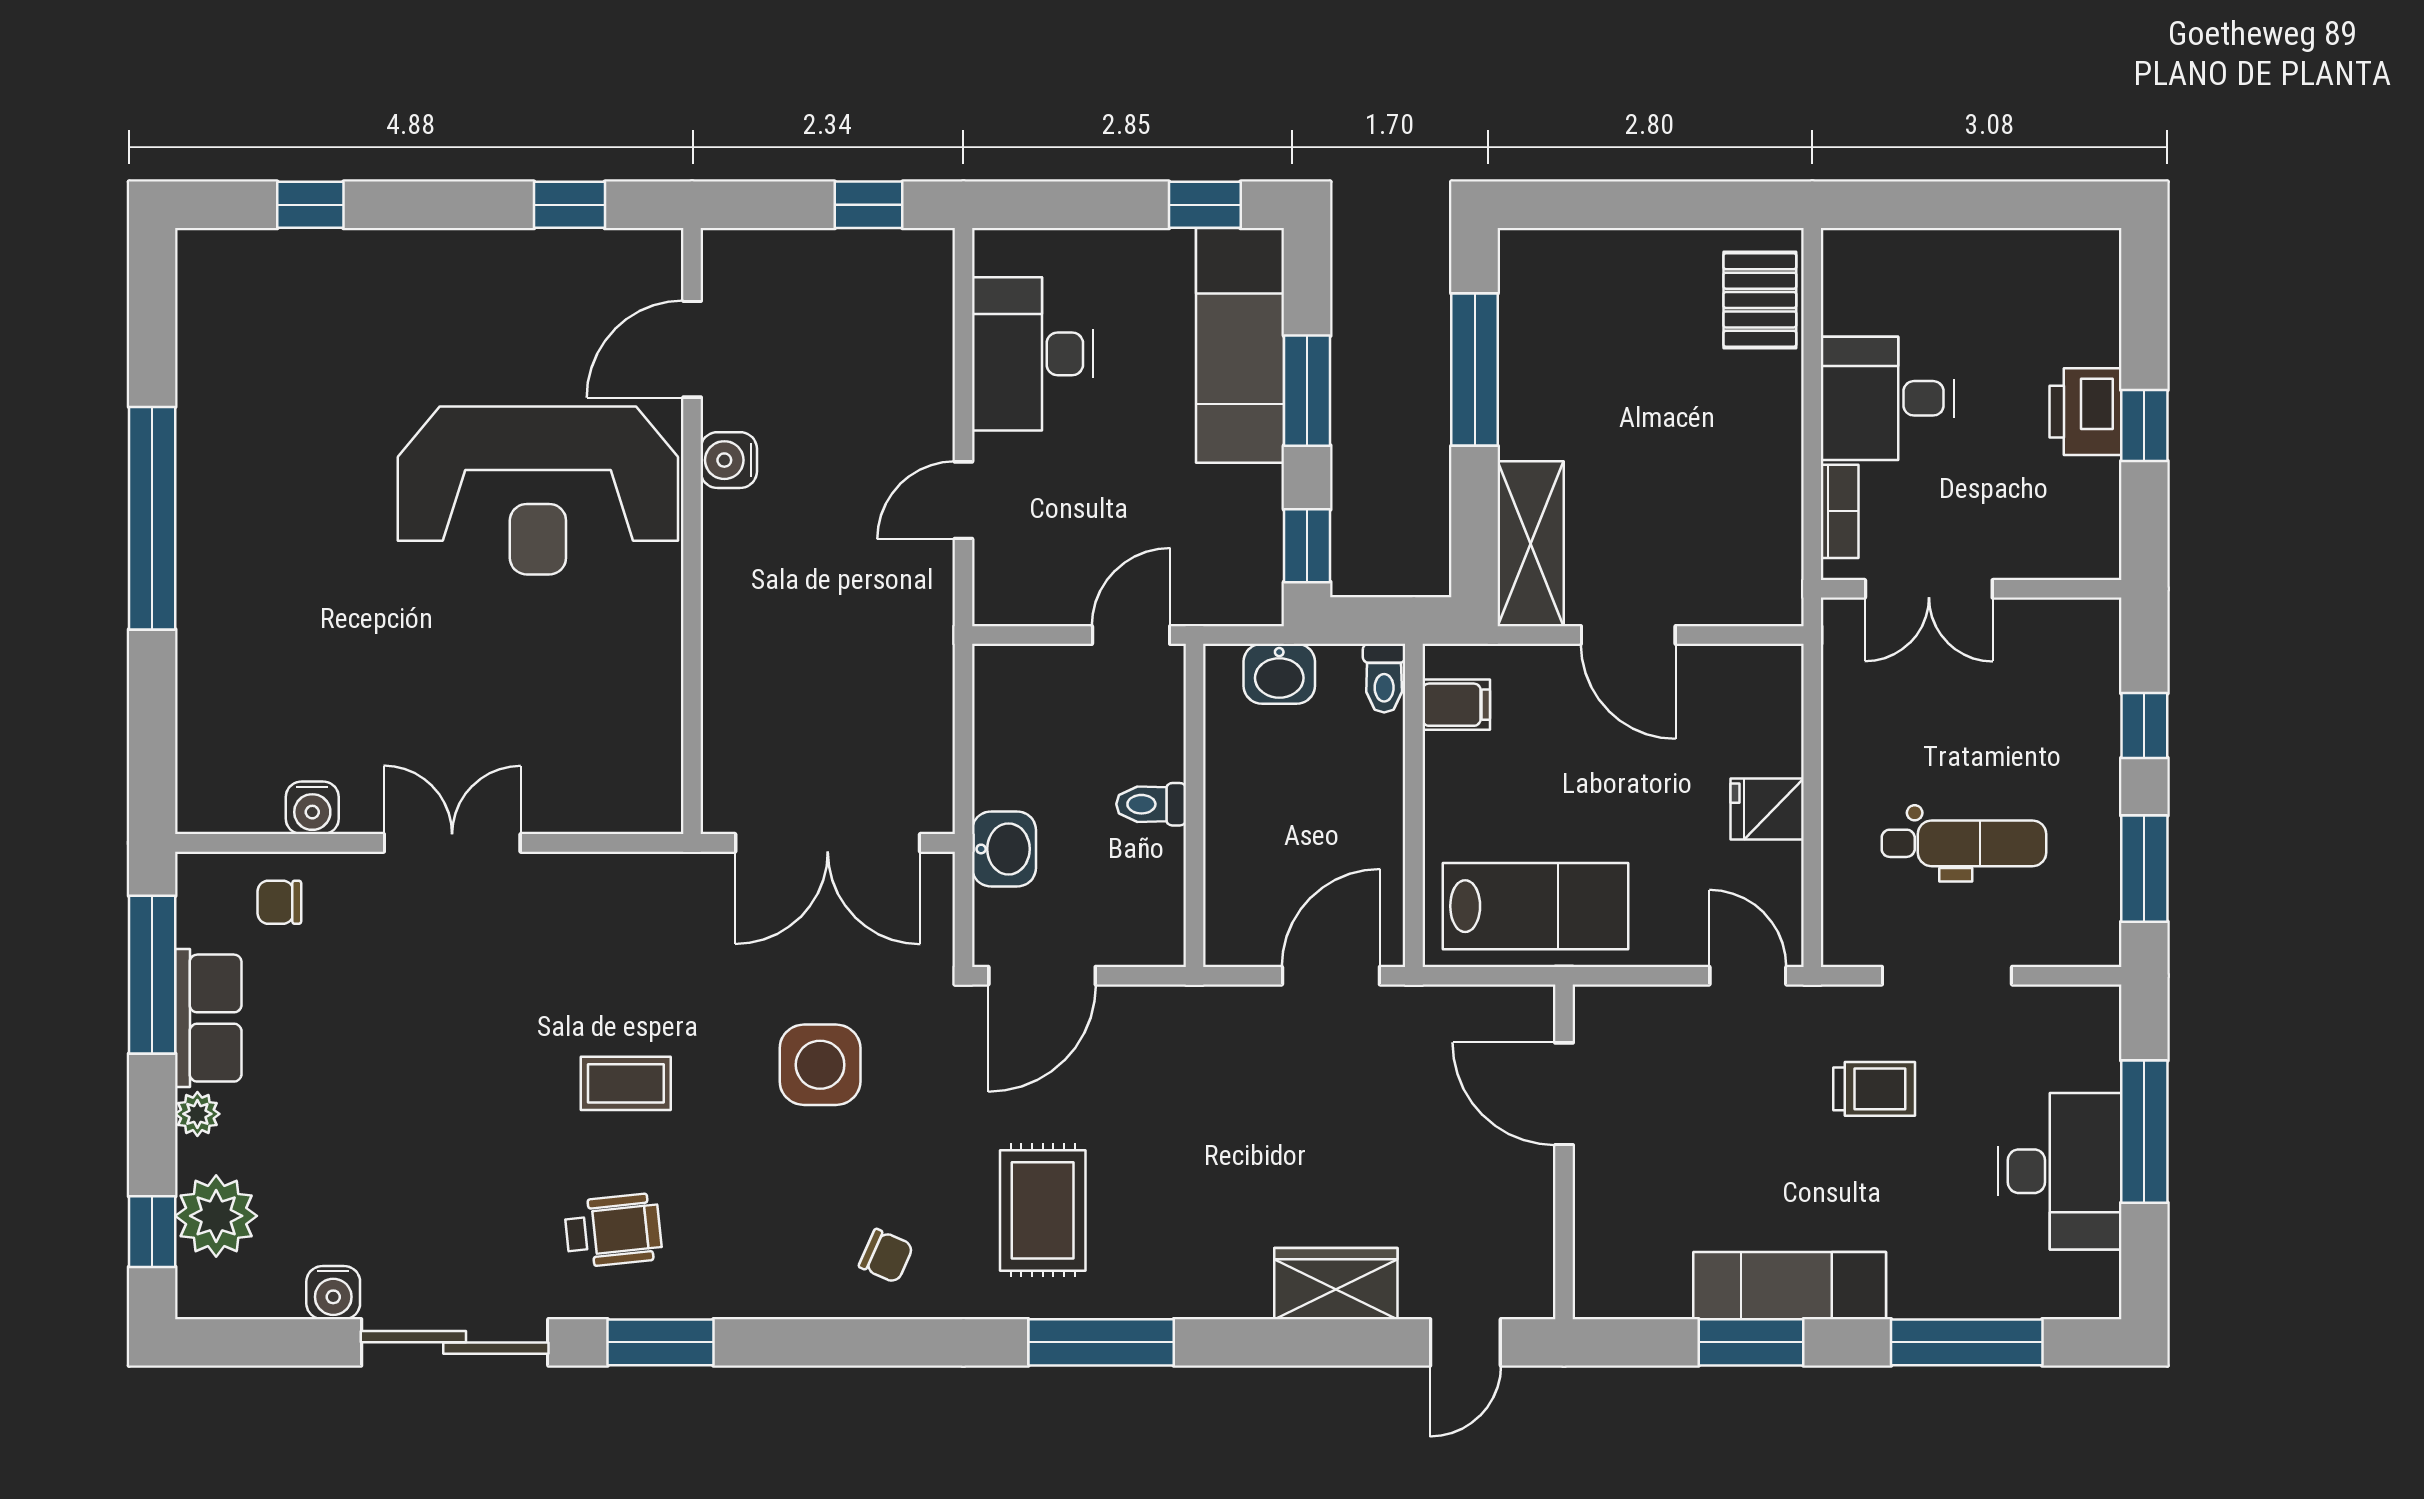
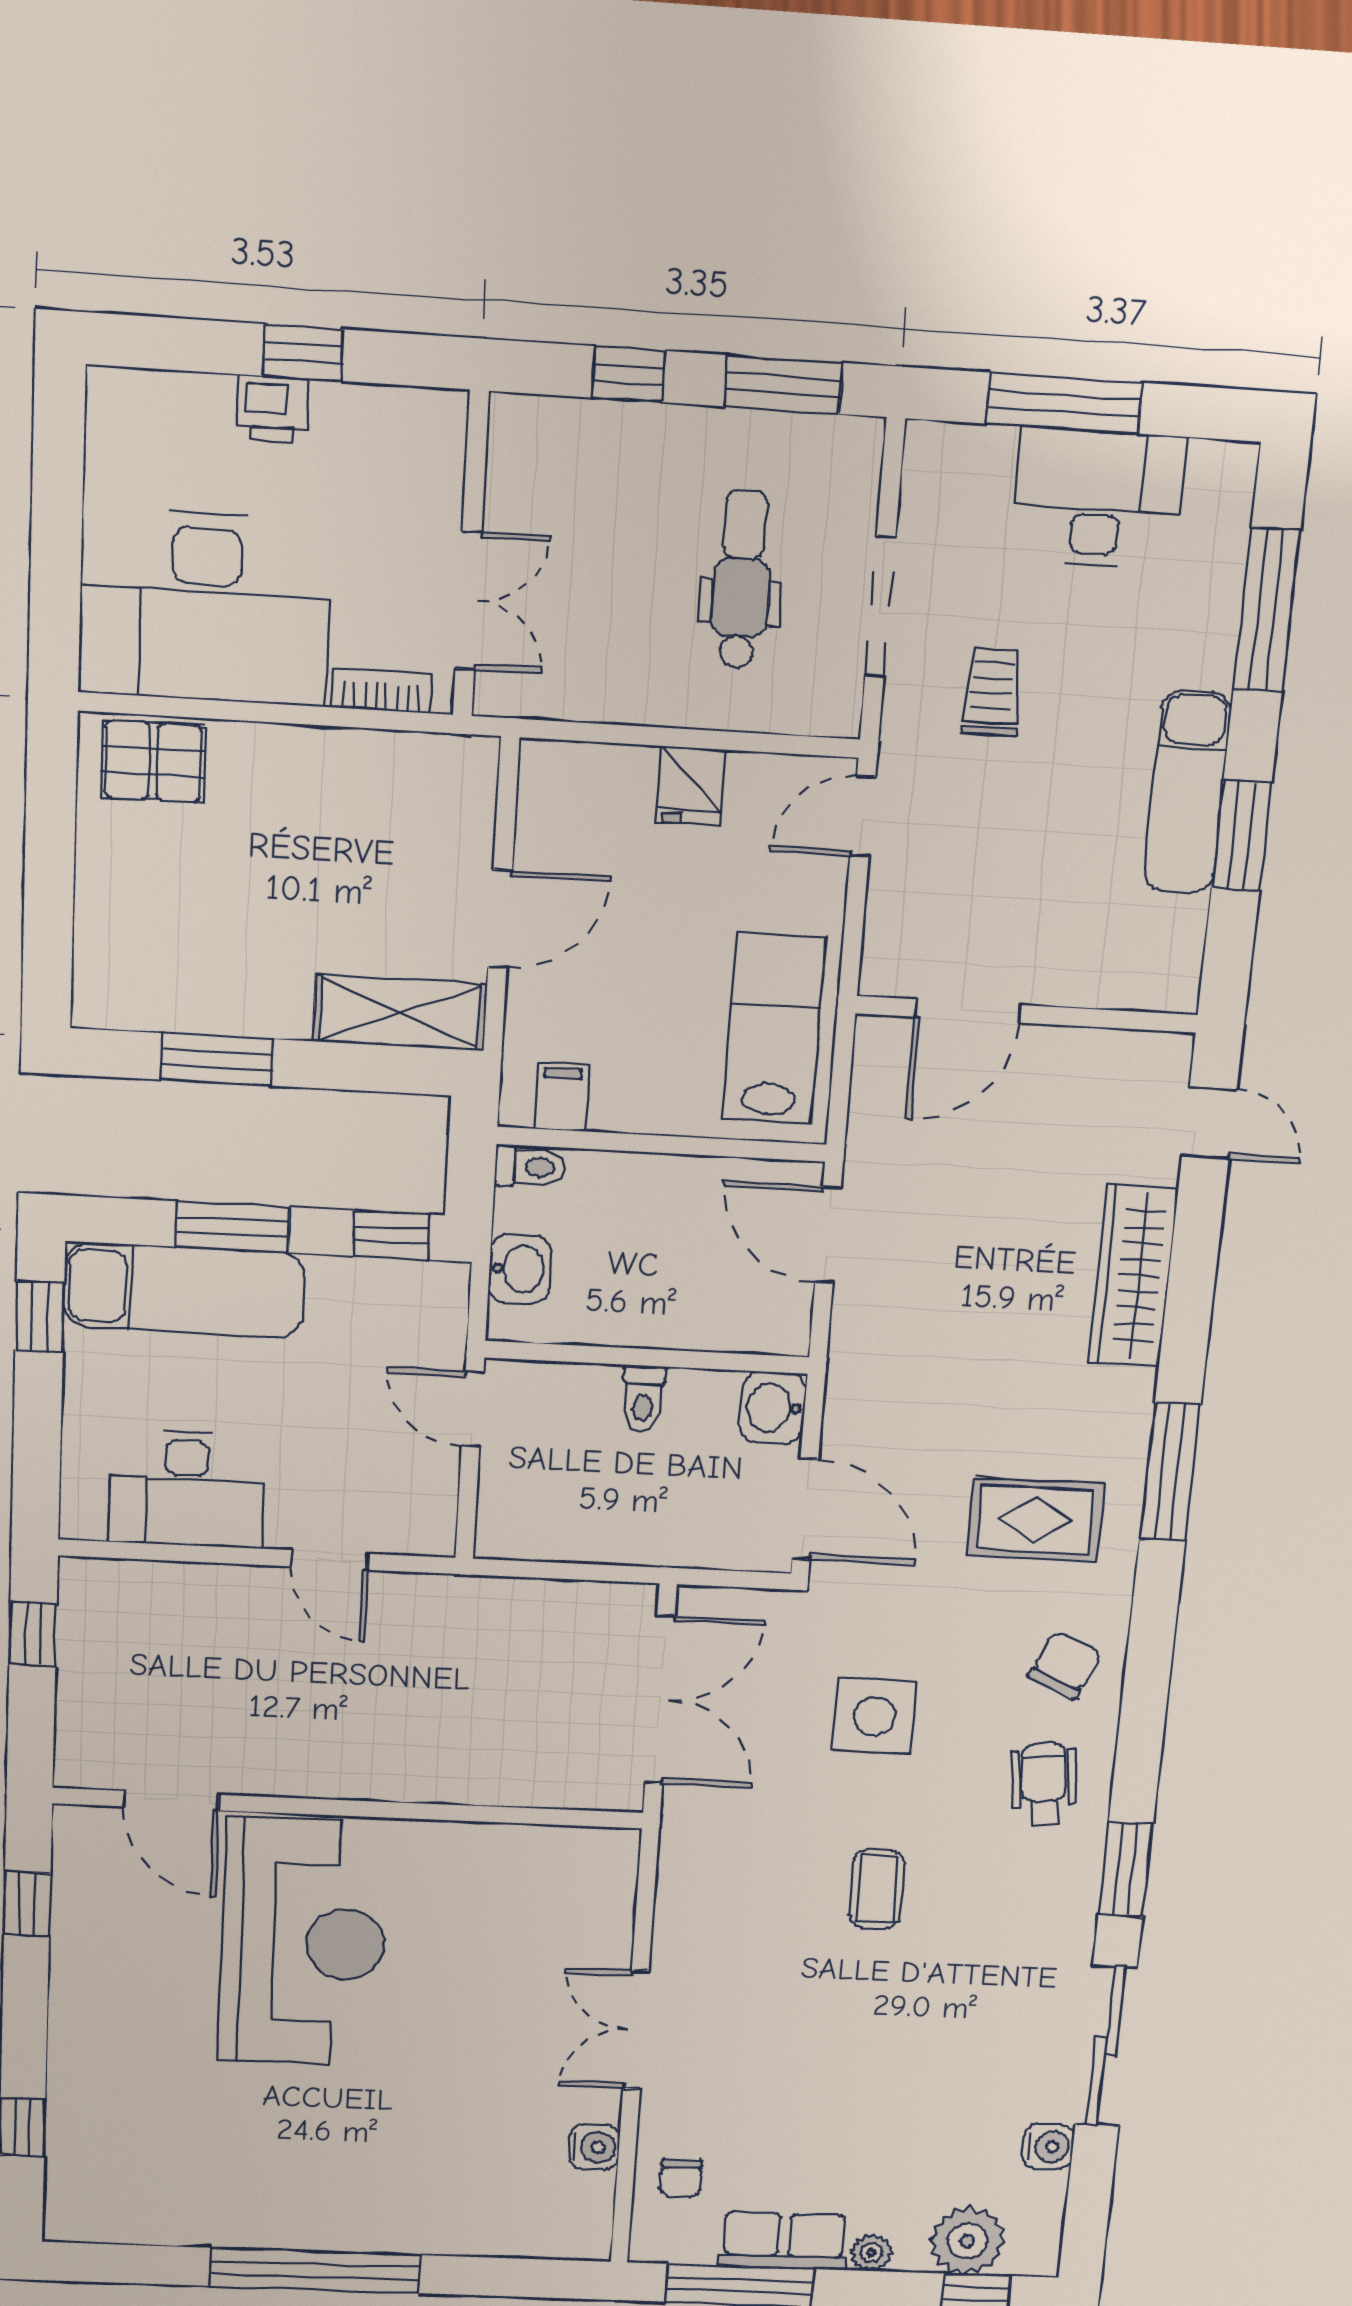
window: (1475, 370) -> (217, 1059), width x0.69
desk: (1888, 398) -> (206, 607), width x1.87, depth x1.30
printer: (2085, 412) -> (273, 409), width x0.73, depth x0.81
water cooler: (729, 460) -> (281, 1772), removed
washbasin: (1004, 849) -> (773, 1408), moved, turned -90
wheelchair: (613, 1231) -> (1044, 1785), moved
chair: (886, 1256) -> (1065, 1665), width x1.37, depth x1.37
wardrobe: (1336, 1284) -> (1133, 1276), width x1.50

